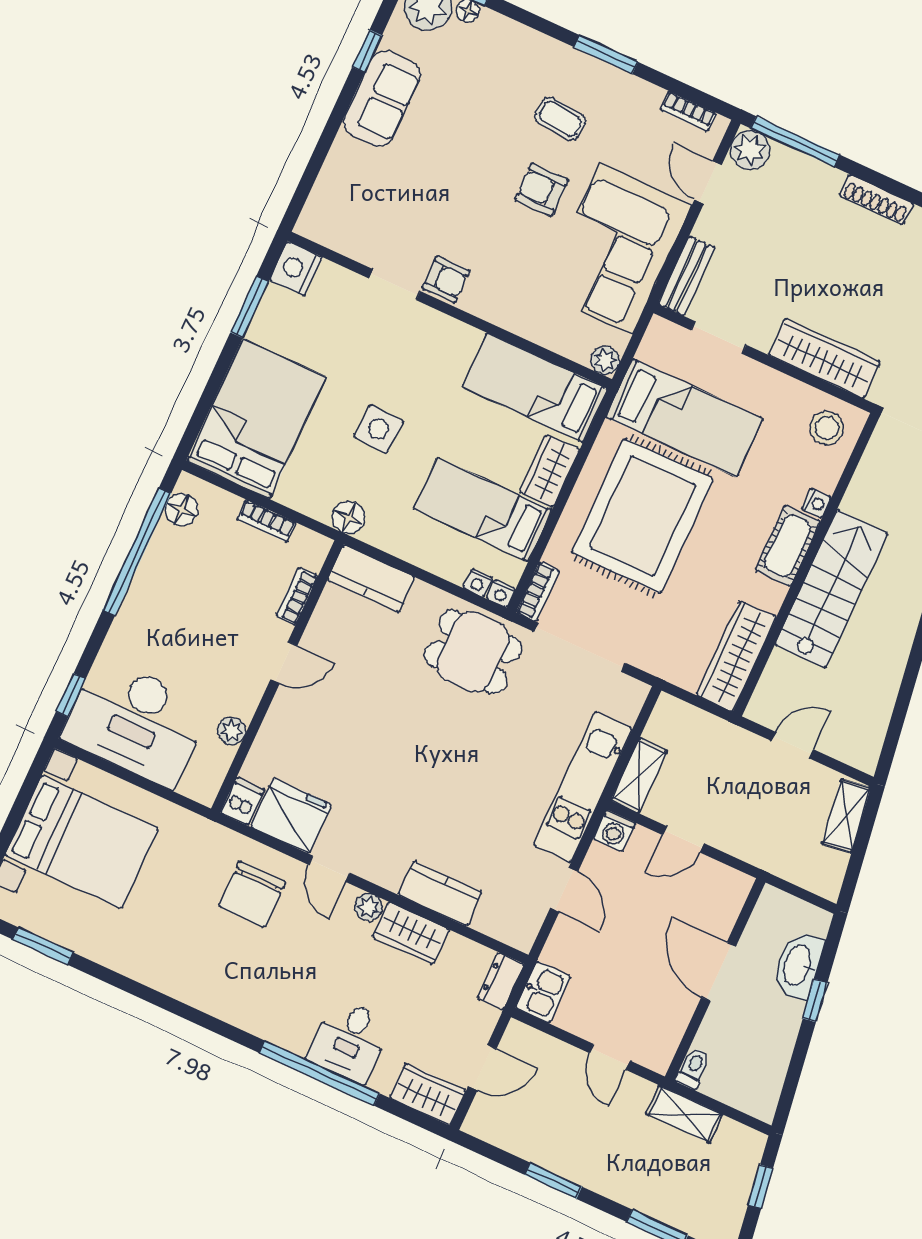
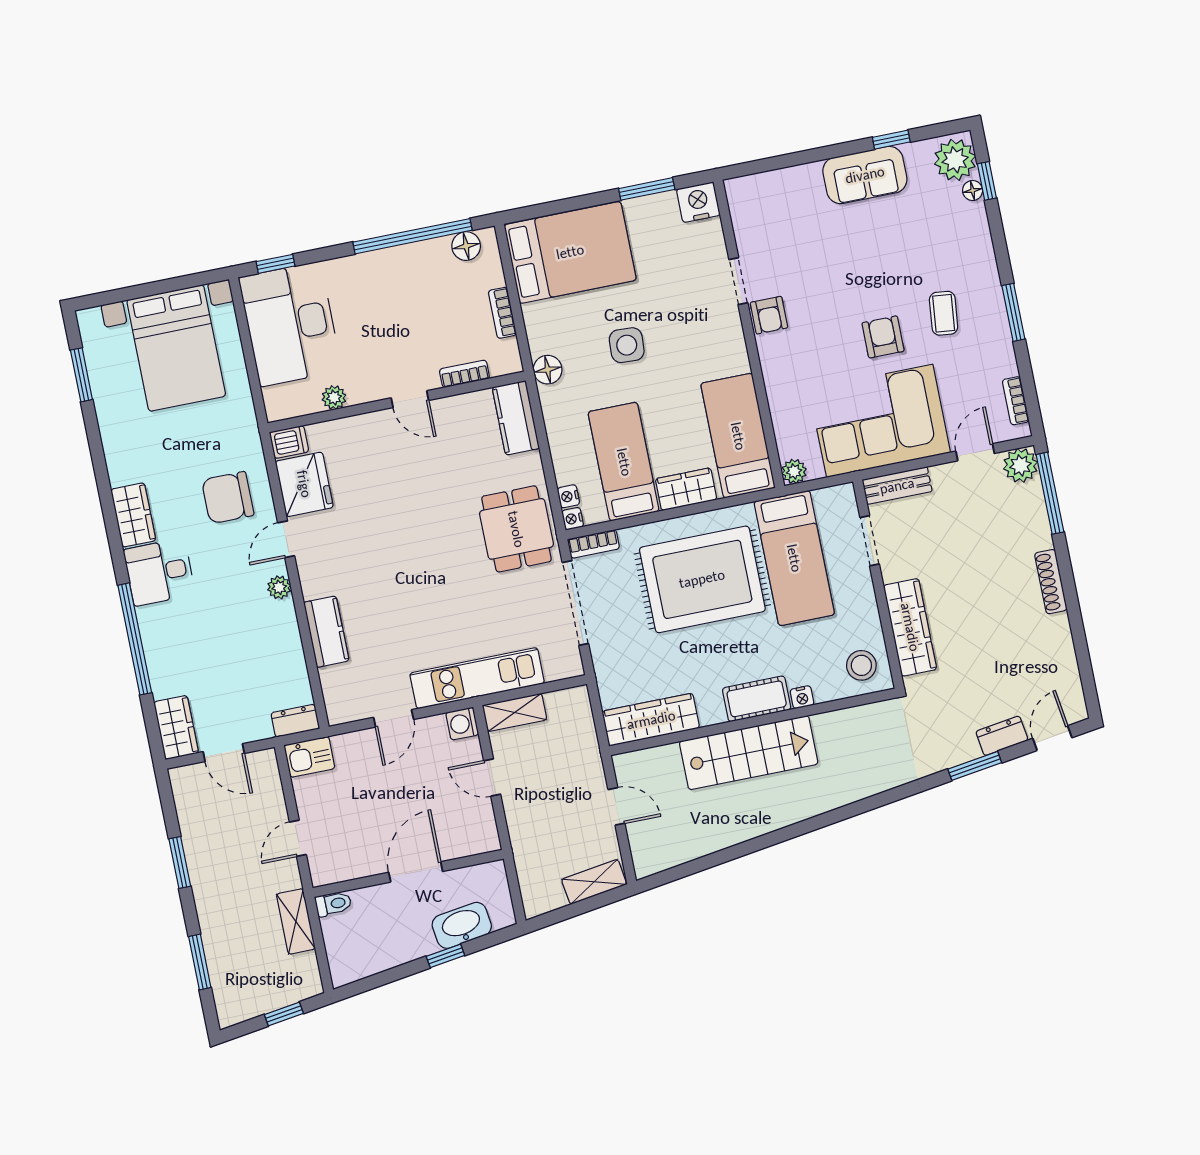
wardrobe: (411, 933) -> (133, 515), moved, turned 180
desk: (349, 1041) -> (159, 572), moved

